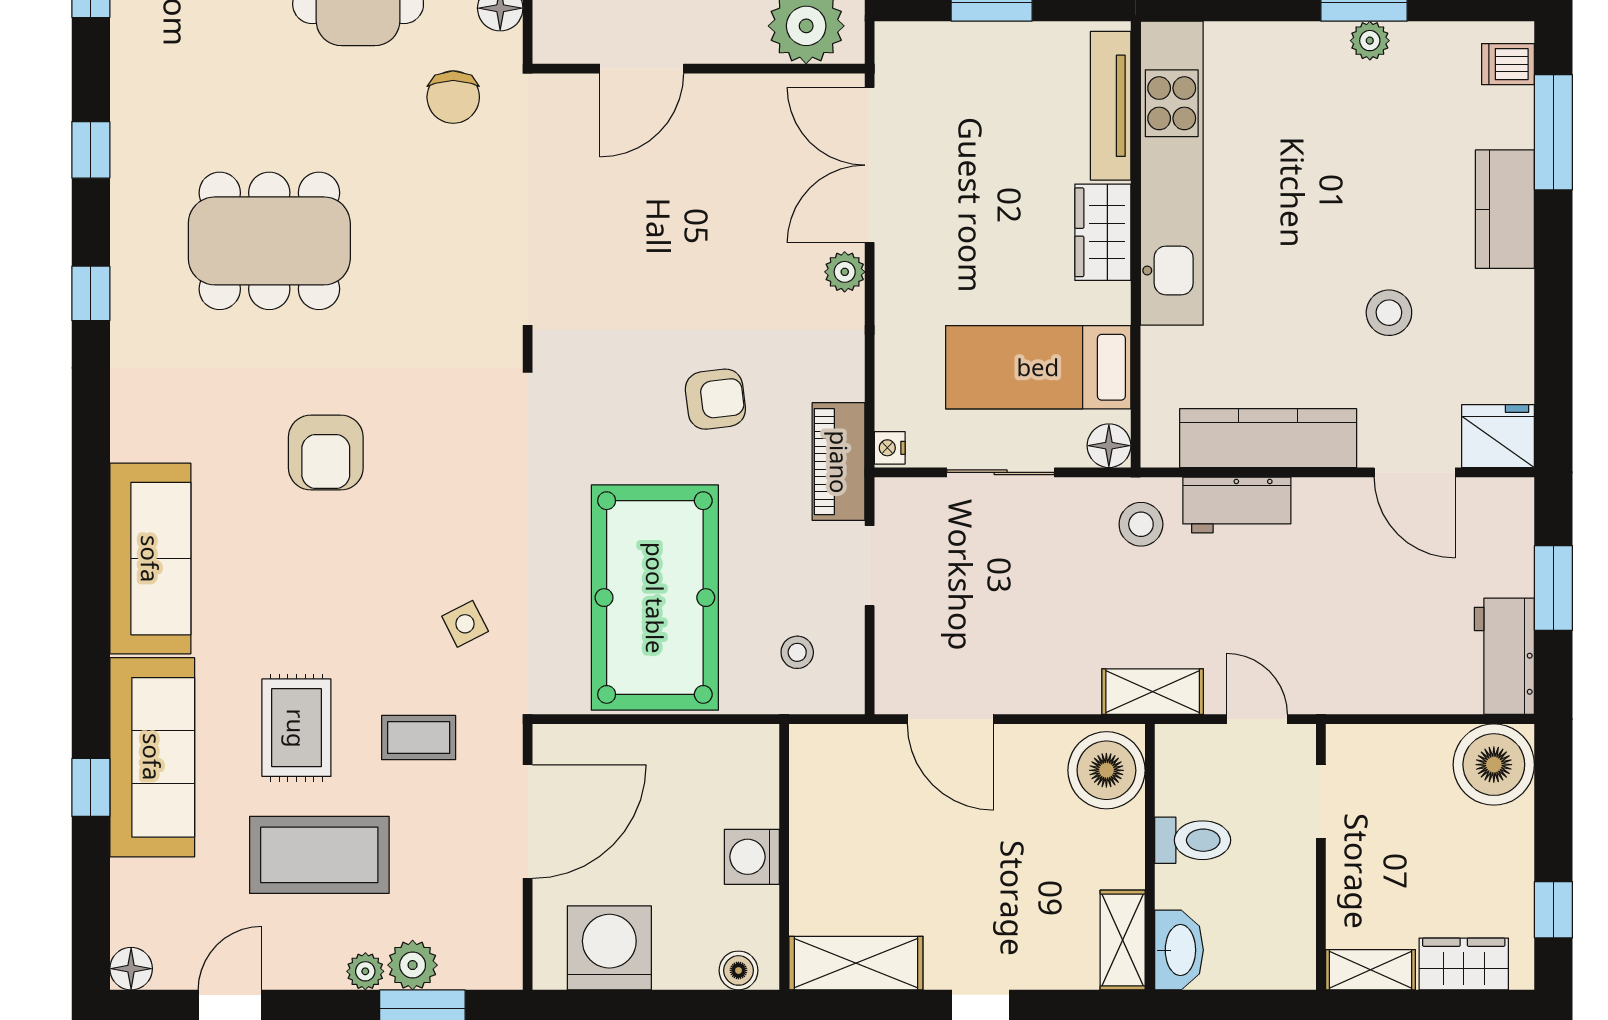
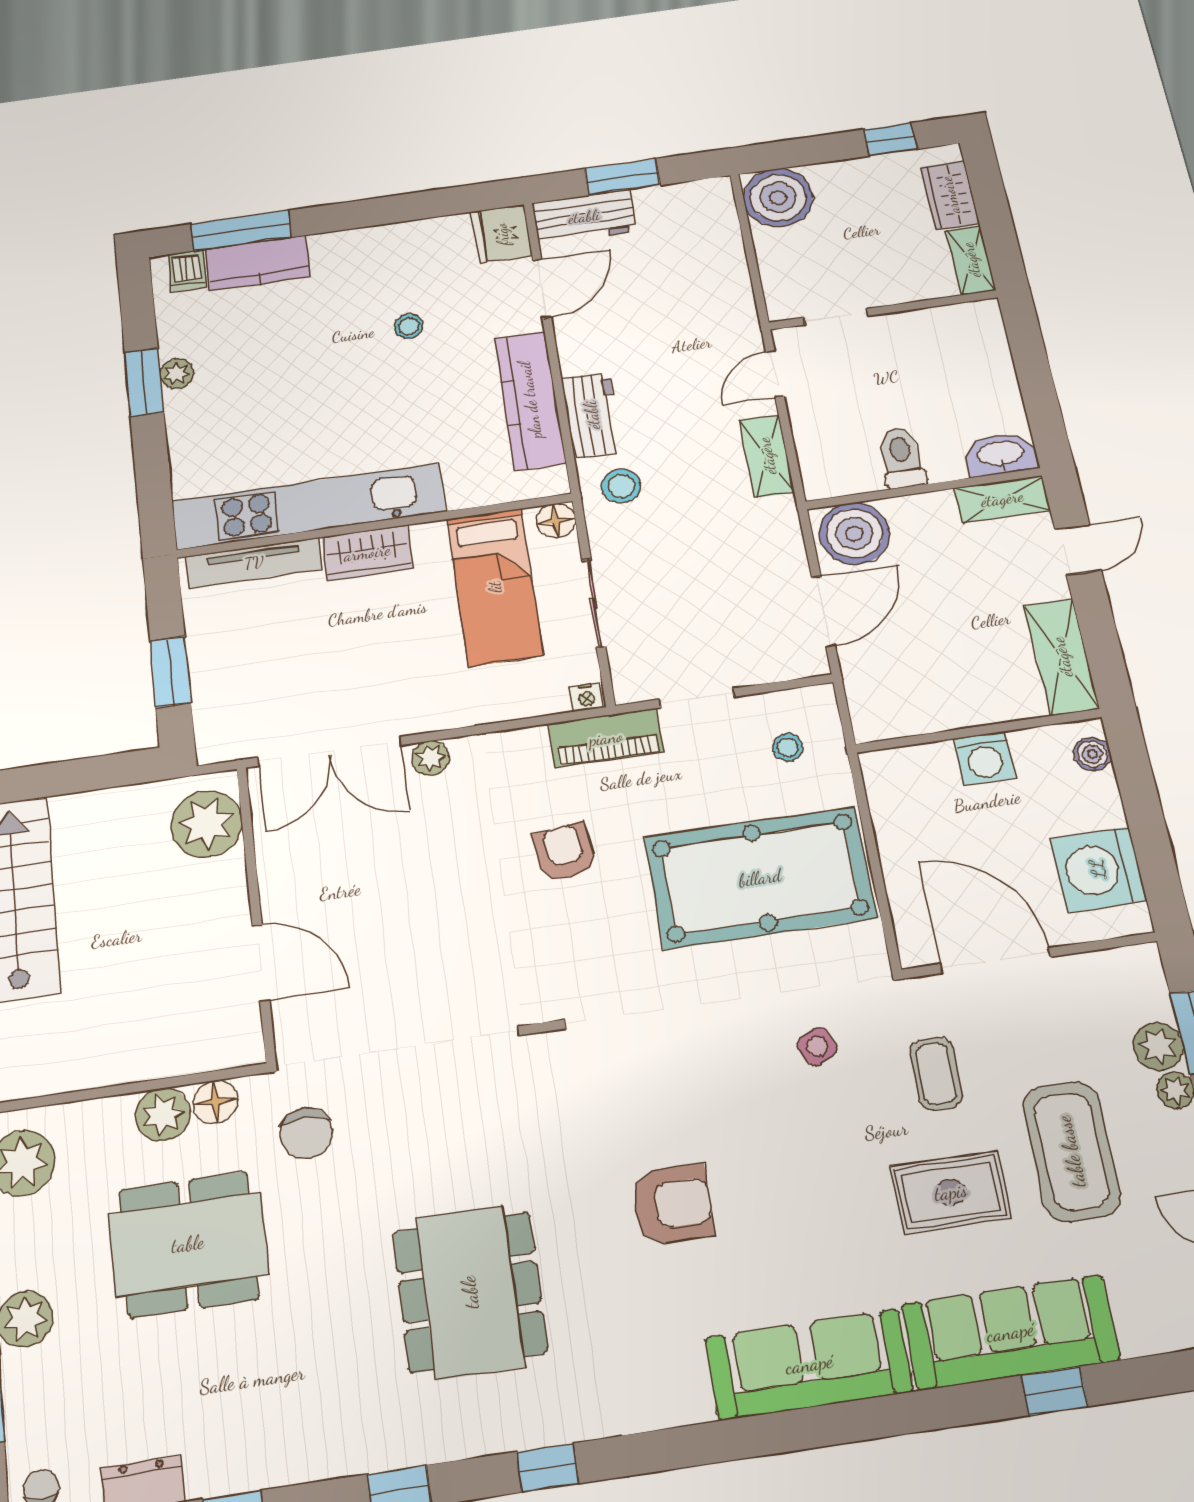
chair: (453, 97) -> (306, 1133), turned 90
kitchen counter: (1505, 209) -> (258, 263), moved
stool: (1389, 313) -> (409, 326), width x0.73, depth x0.73
workbench: (1504, 656) -> (584, 217), moved
boiler: (1106, 770) -> (854, 533), moved
toilet: (1193, 840) -> (902, 458), moved
wall: (1150, 857) -> (924, 489), moved
shelving: (1123, 940) -> (1002, 499), moved
washbasin: (1179, 950) -> (1000, 454), moved

